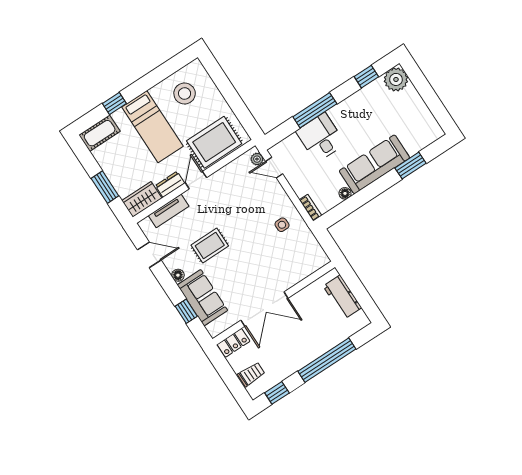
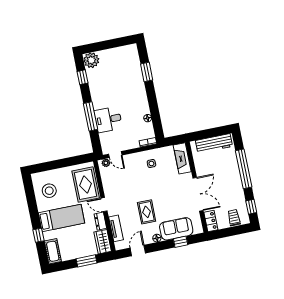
sofa: (374, 164) -> (137, 93), removed
door: (274, 168) -> (115, 155), hinge flipped
fireplace: (307, 266) -> (182, 158), added
workbench: (342, 297) -> (214, 143), width x1.38

